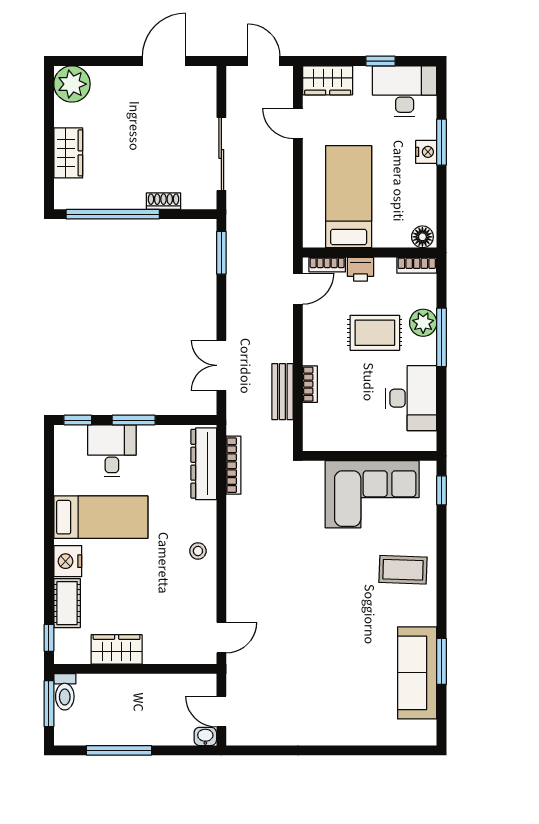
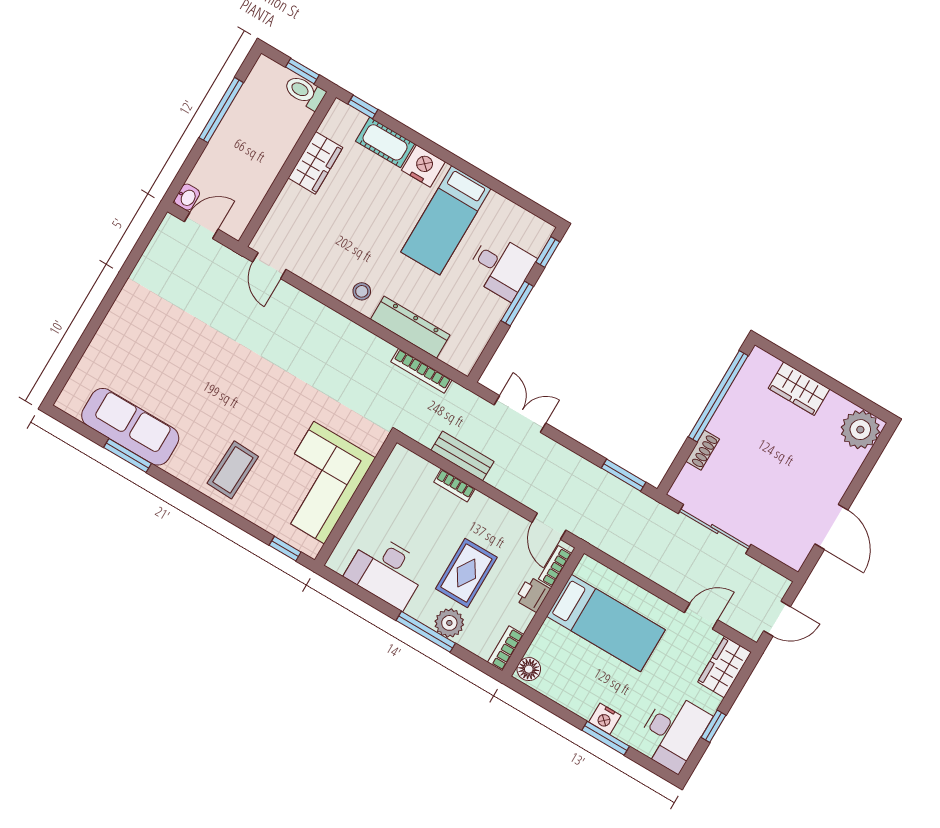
dresser: (204, 464) -> (410, 327), moved
window: (49, 704) -> (302, 71), width x0.67

